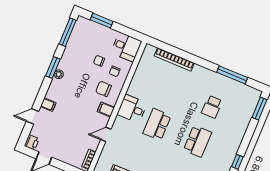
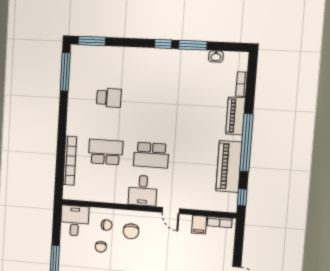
window: (232, 75) -> (65, 72), moved
filing cabinet: (106, 109) -> (199, 225), moved
door: (106, 134) -> (171, 210), moved
school desk: (198, 141) -> (106, 152), moved

